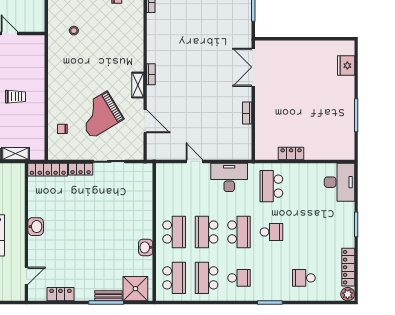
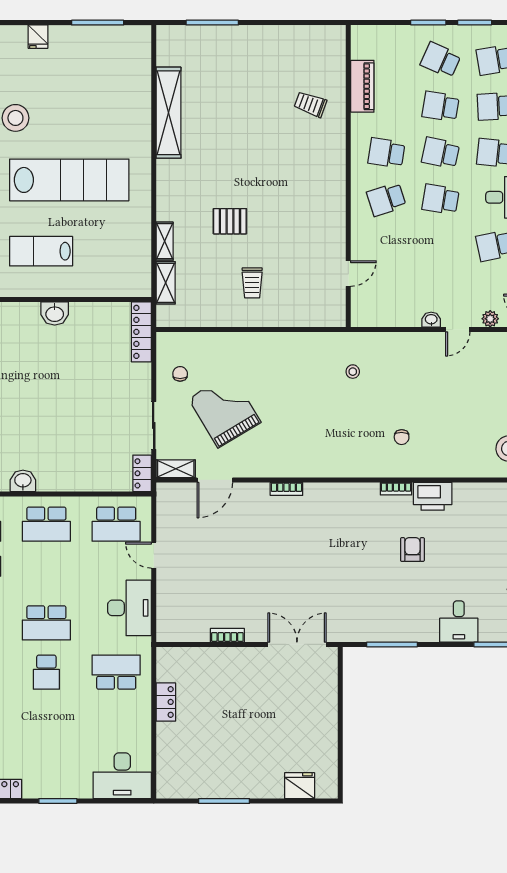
shelving: (138, 85) -> (176, 469), moved
chair: (62, 129) -> (180, 374), moved
door: (194, 161) -> (154, 555), swing flipped
locker: (81, 169) -> (142, 473), moved
school desk: (207, 232) -> (116, 524), moved, turned 180

